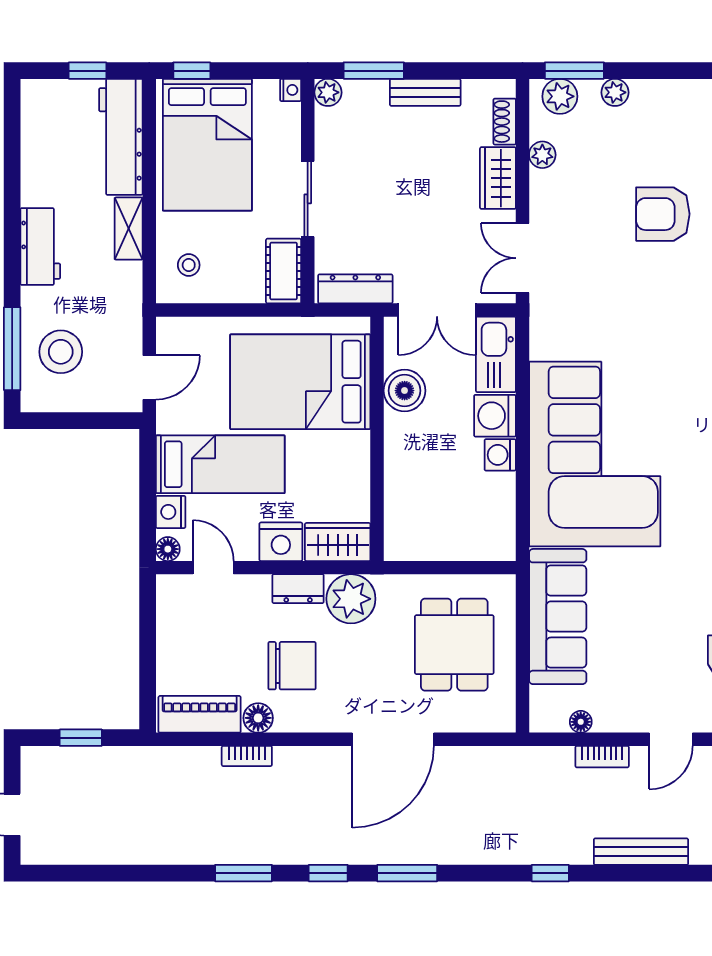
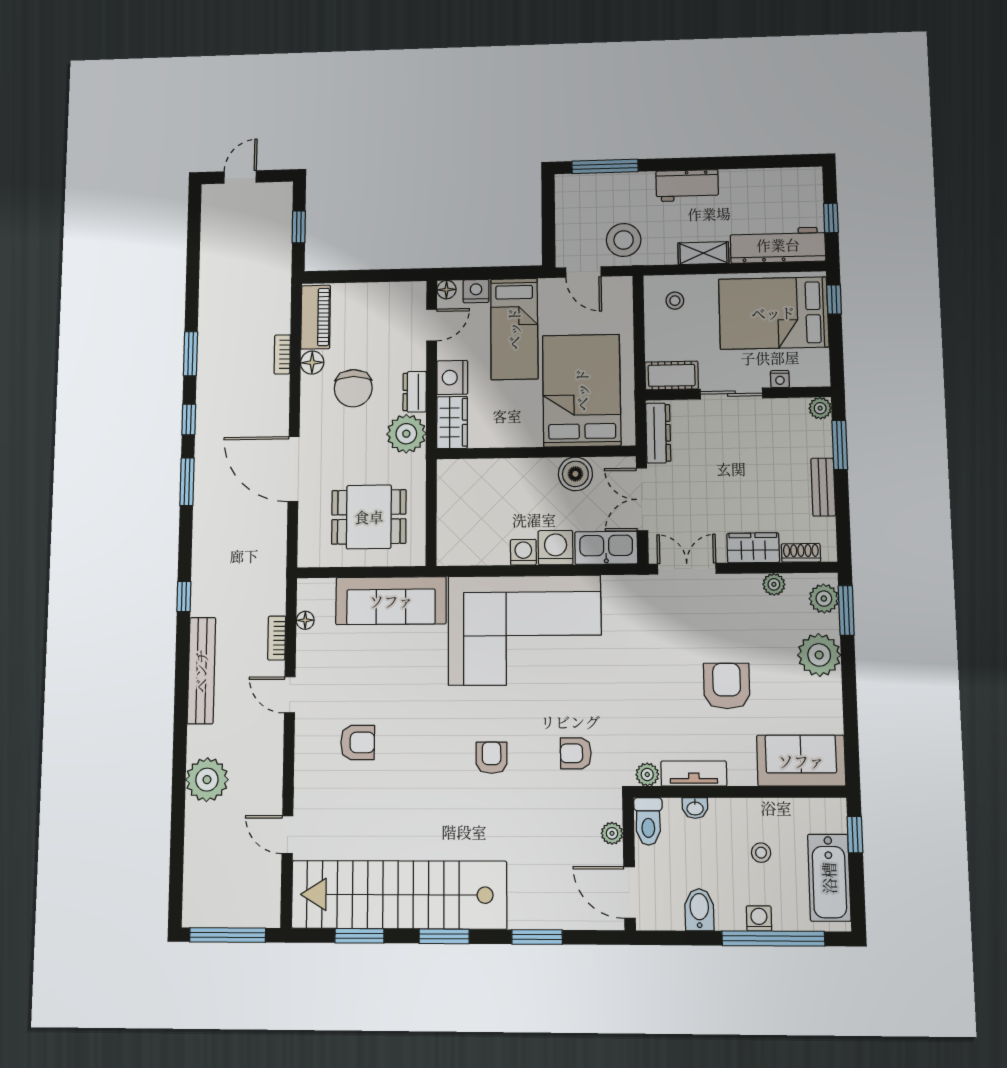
nightstand: (291, 90) -> (780, 379), moved
plant: (615, 92) -> (819, 655), width x1.88, depth x1.88
stool: (61, 352) -> (624, 240), moved
bench: (641, 852) -> (201, 671), width x1.37, depth x1.21

